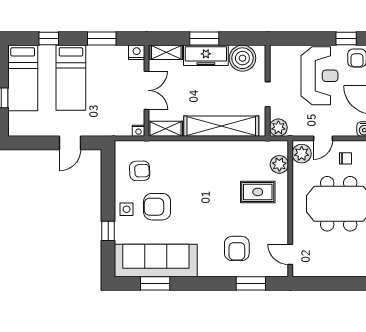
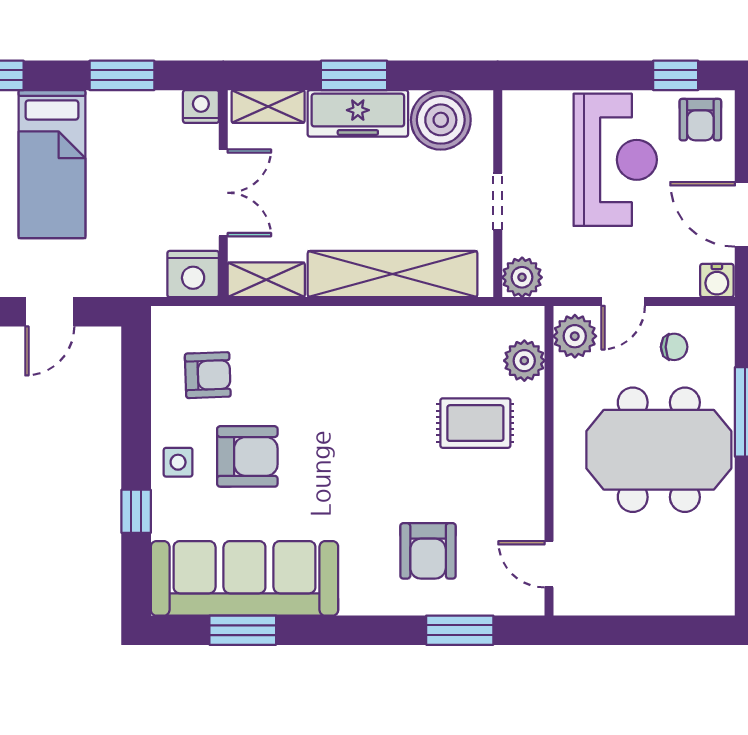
nightstand: (139, 131) -> (193, 274), width x1.89, depth x1.79
armchair: (157, 207) -> (247, 456), turned 180

